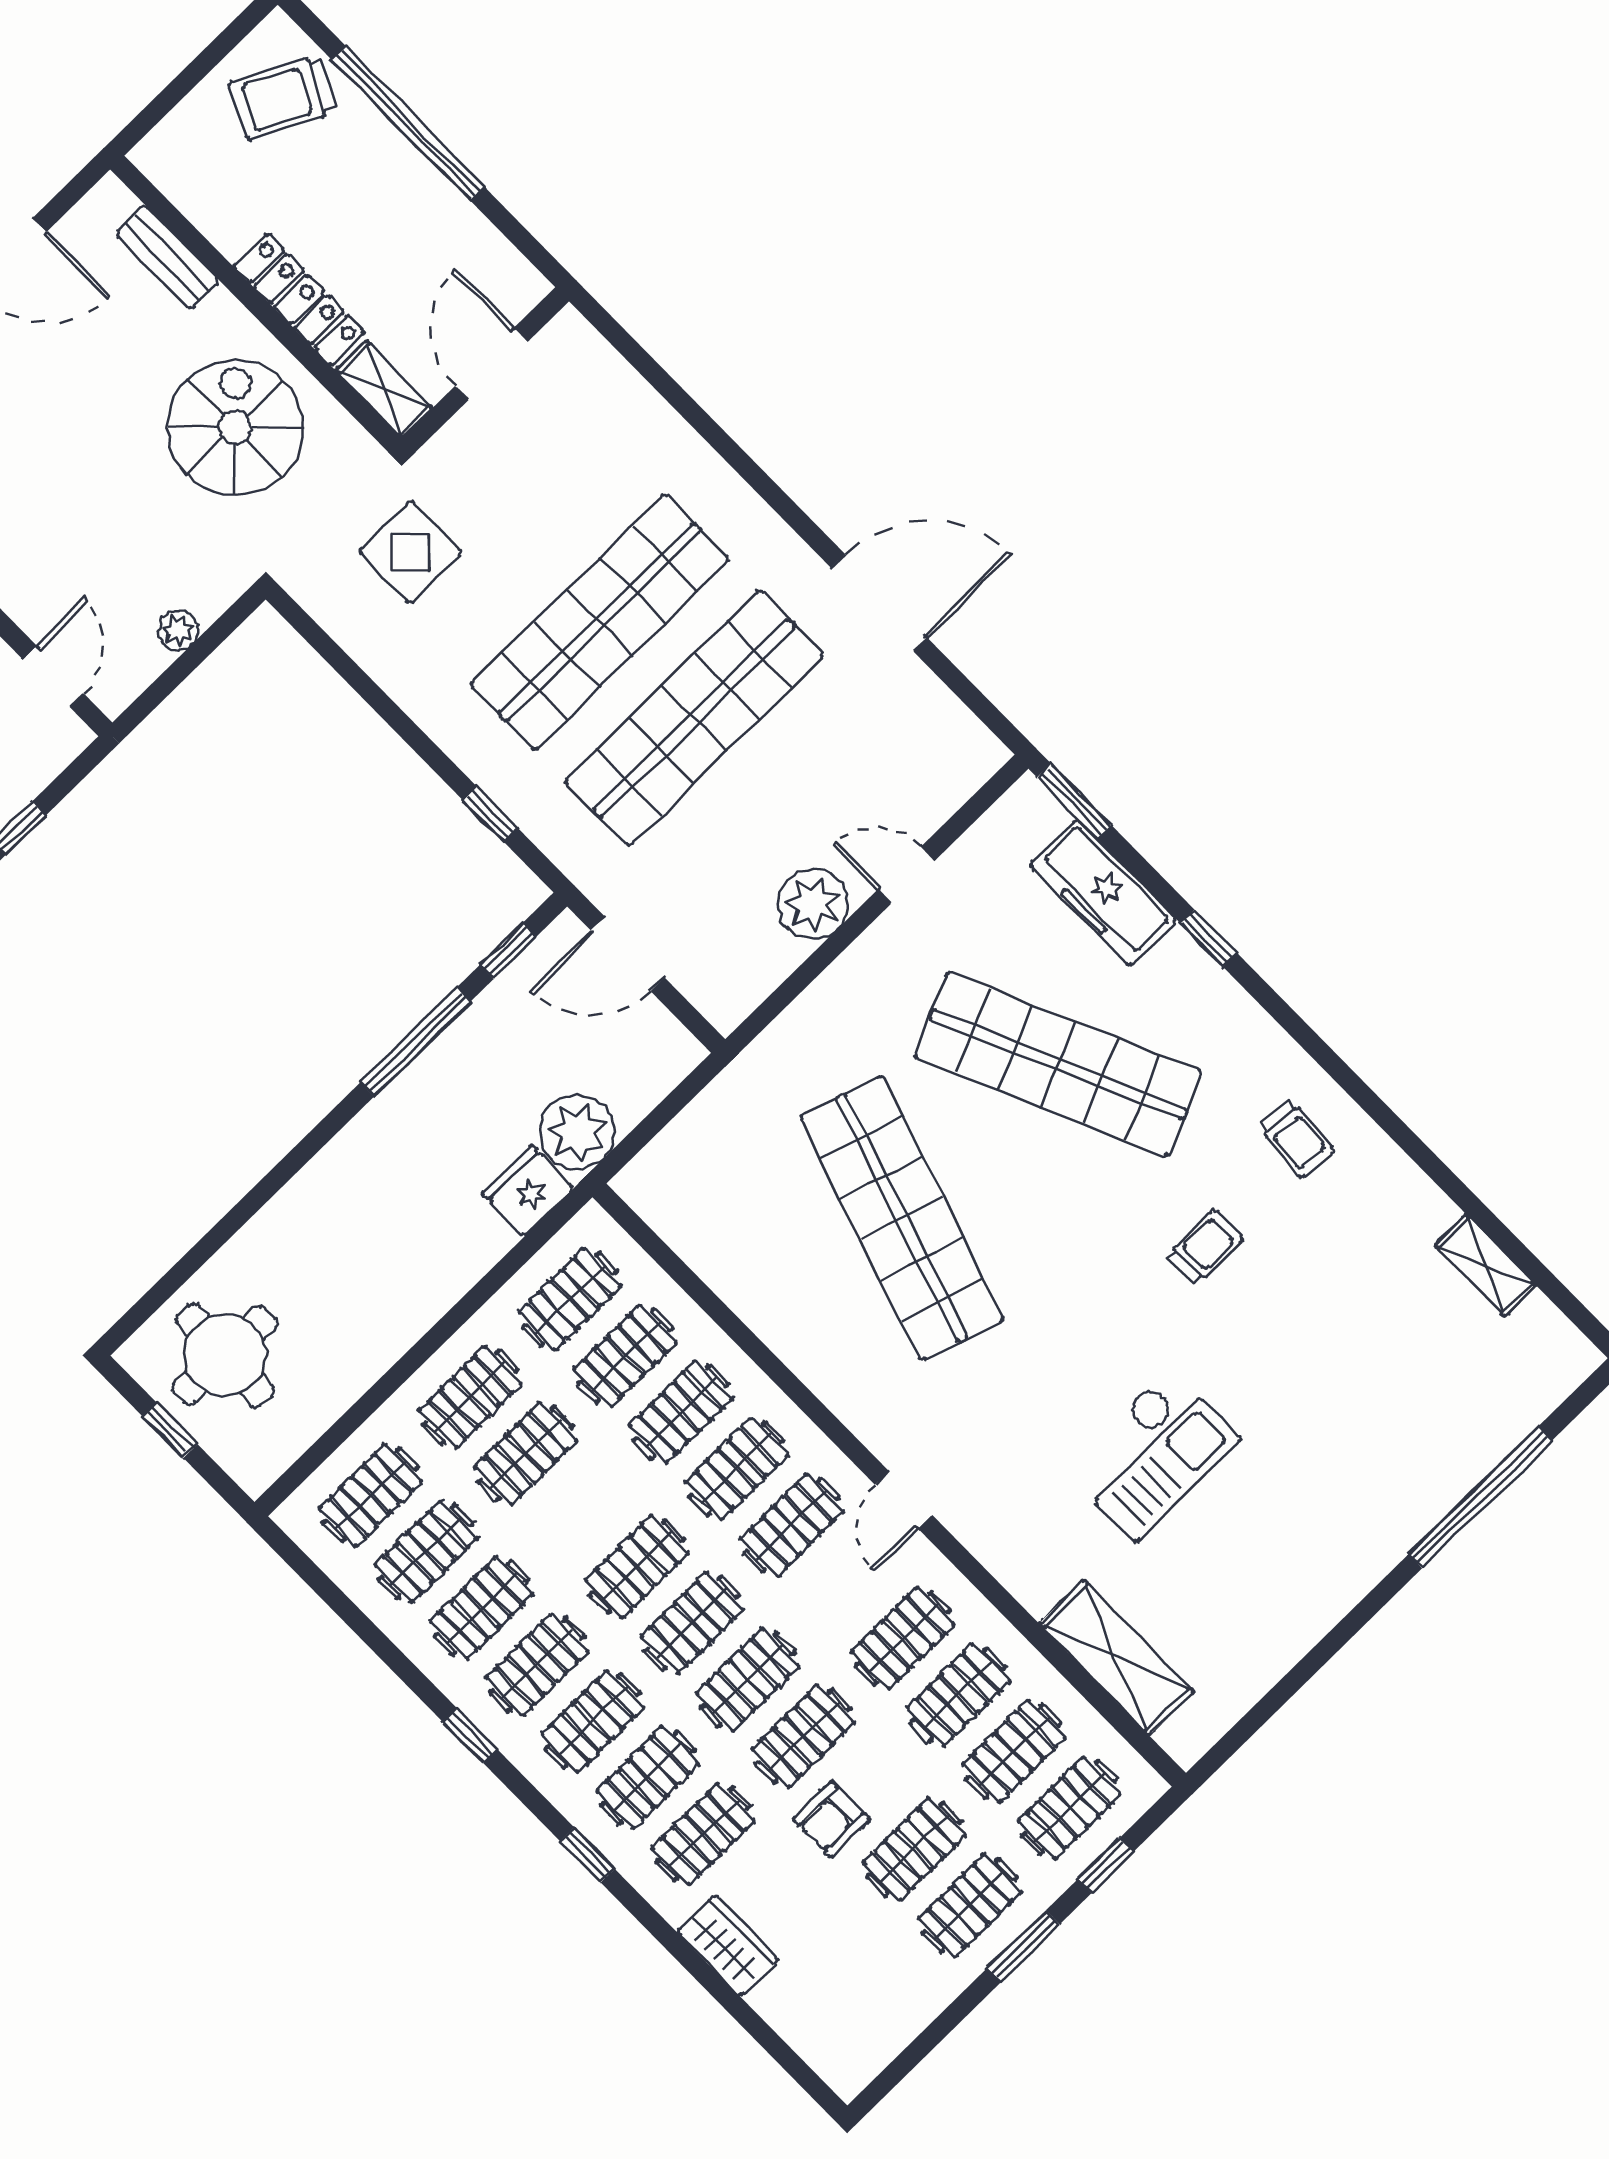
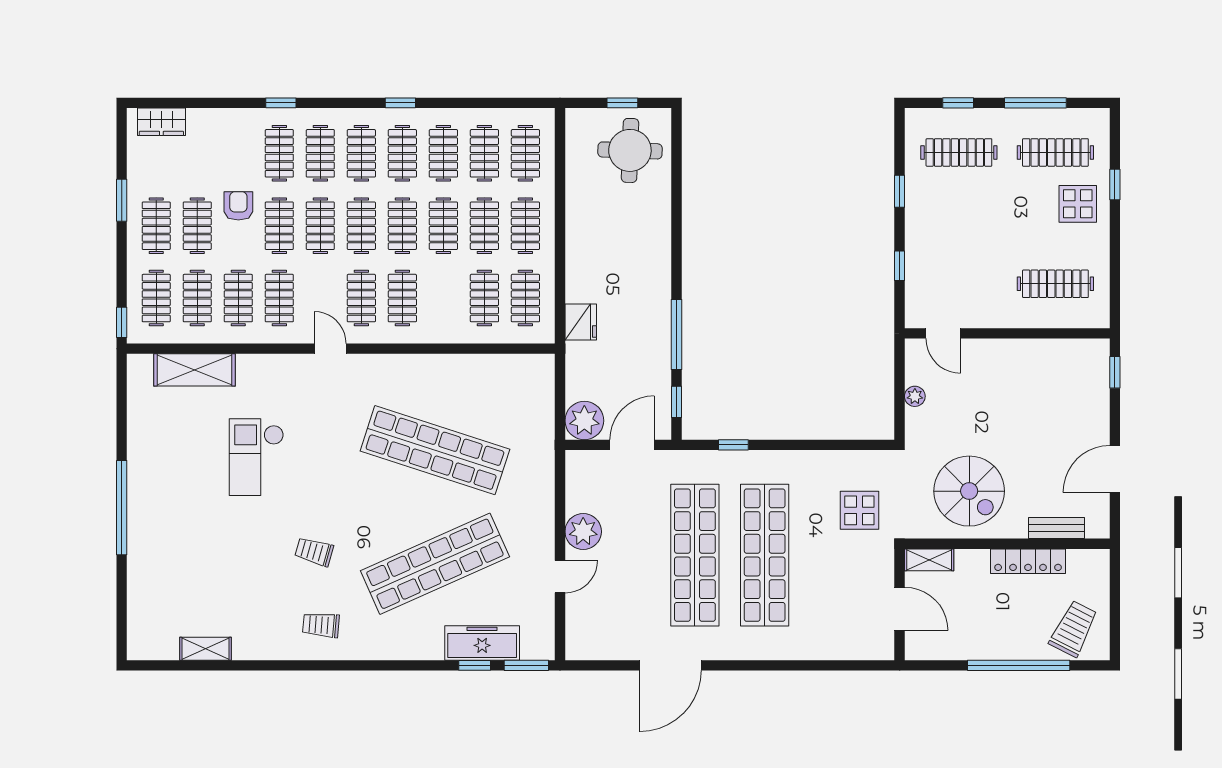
locker: (299, 299) -> (1028, 561), moved
window: (1209, 938) -> (475, 665), moved
plant: (577, 1132) -> (584, 421), moved
trolley: (1205, 1247) -> (314, 552), turned 106
clothes rail: (681, 1412) -> (443, 226), moved
window: (1480, 1497) -> (122, 508), moved
window: (587, 1855) -> (281, 103), moved
window: (1106, 1865) -> (122, 322), moved
wardrobe: (728, 1946) -> (161, 122), moved
window: (1024, 1946) -> (122, 200), moved

